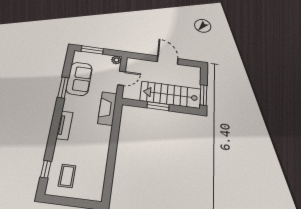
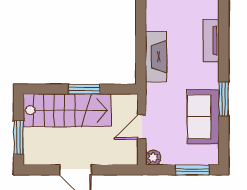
window: (204, 95) -> (19, 138), moved
fireplace: (107, 108) -> (156, 57), moved

